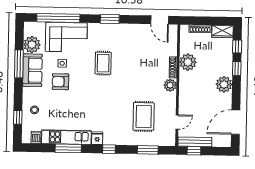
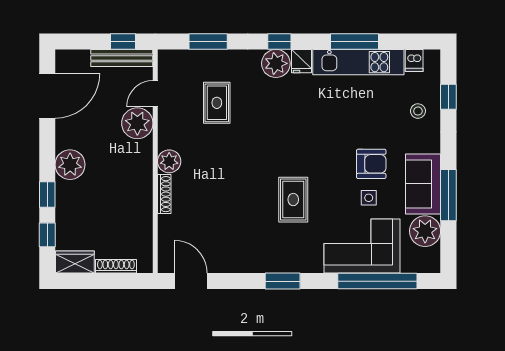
plant: (188, 62) -> (137, 123), moved
rug: (144, 116) -> (217, 103), width x0.73, depth x0.70
plant: (111, 137) -> (276, 63), added

